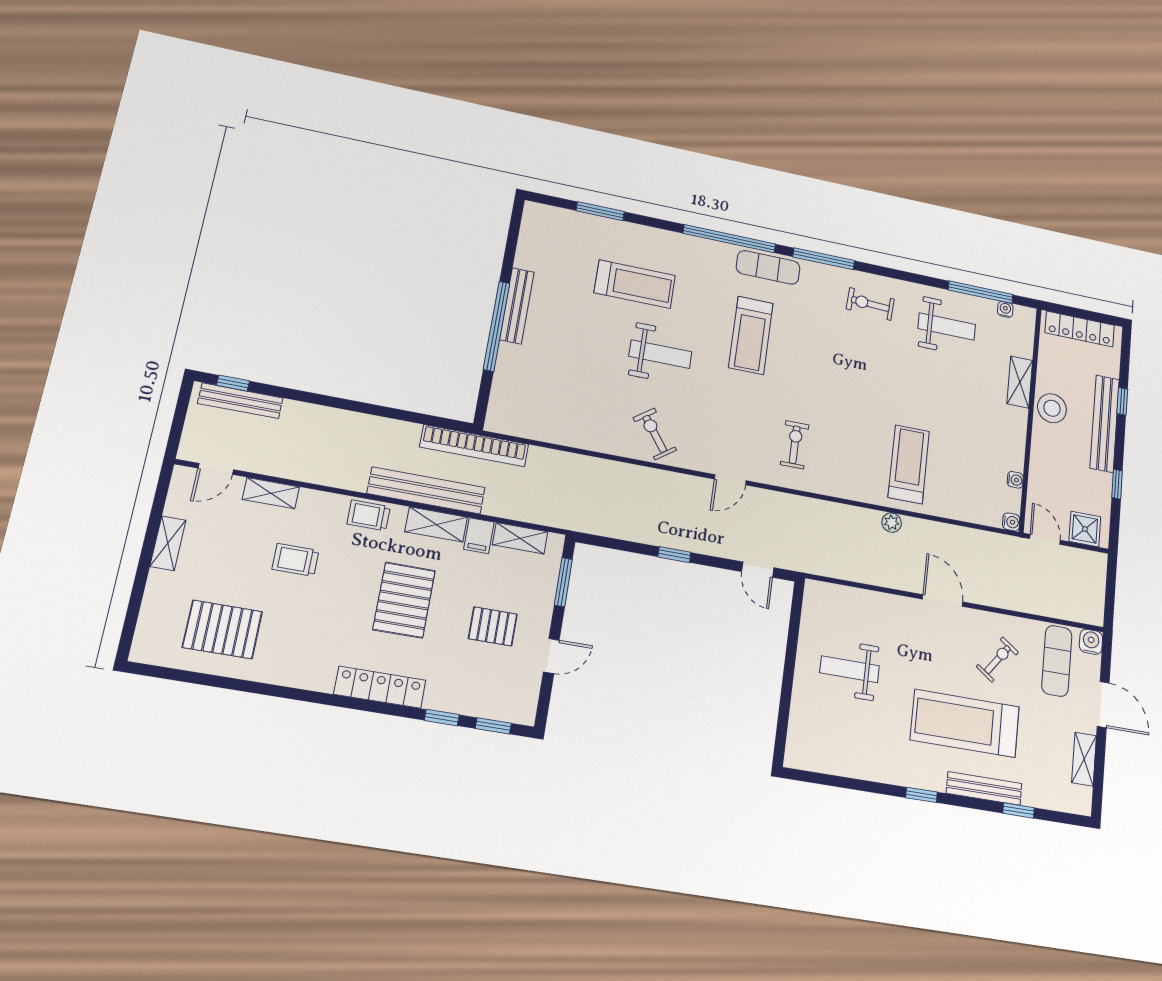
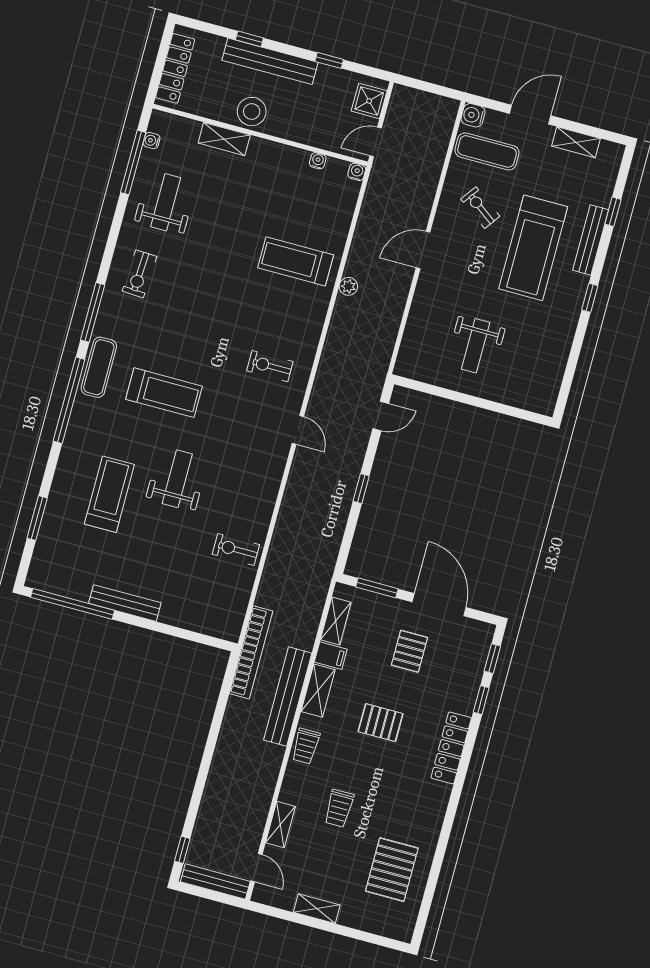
window: (496, 326) -> (73, 604), moved
bench: (240, 401) -> (215, 882), moved, turned 90
exercise bike: (655, 434) -> (236, 549), moved, turned 36
pallet: (404, 600) -> (381, 723), width x0.67, depth x0.71
door: (551, 656) -> (439, 605), width x1.88

